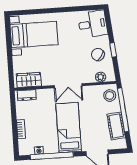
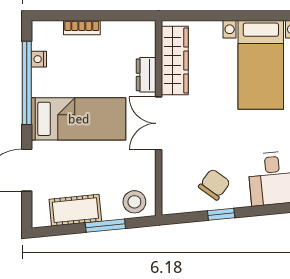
plant: (101, 77) -> (171, 187), removed
wardrobe: (29, 80) -> (175, 61), width x1.50
dresser: (27, 95) -> (146, 75), moved
window: (123, 110) -> (105, 226), width x0.47

